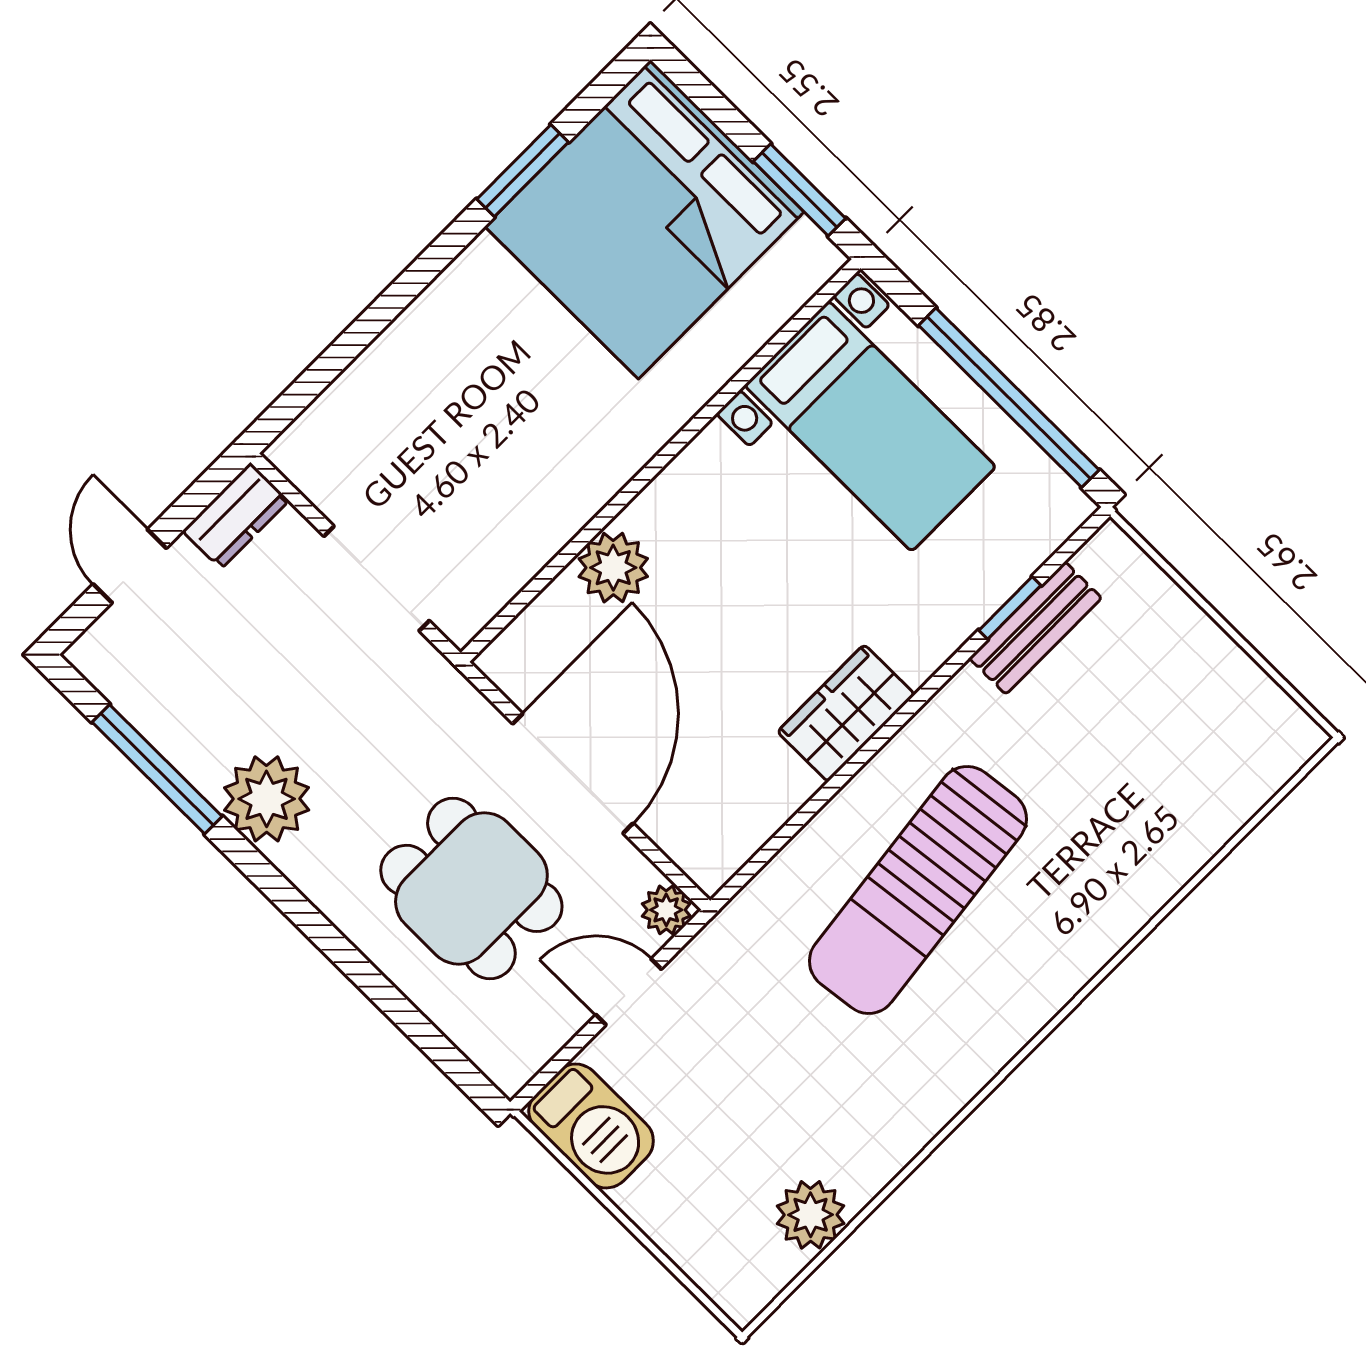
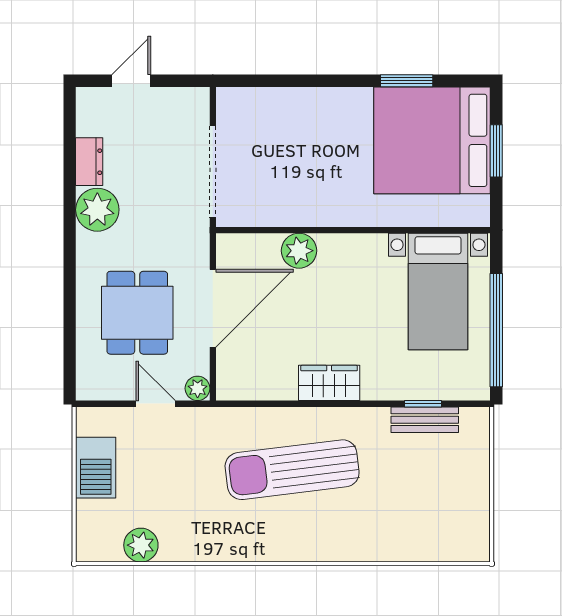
window: (799, 190) -> (496, 151), moved
dresser: (236, 516) -> (89, 162), moved, turned -90
doorway: (377, 578) -> (213, 172), width x1.36
window: (157, 769) -> (70, 161), removed
barbecue: (591, 1126) -> (96, 468), moved

